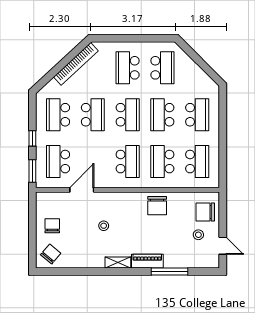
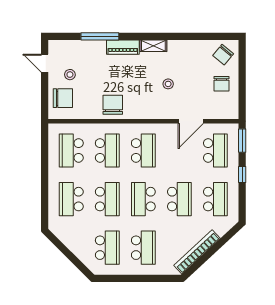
school desk: (162, 68) -> (107, 248), turned 180
school desk: (93, 115) -> (179, 199), turned 180
school desk: (128, 162) -> (143, 150), turned 180

